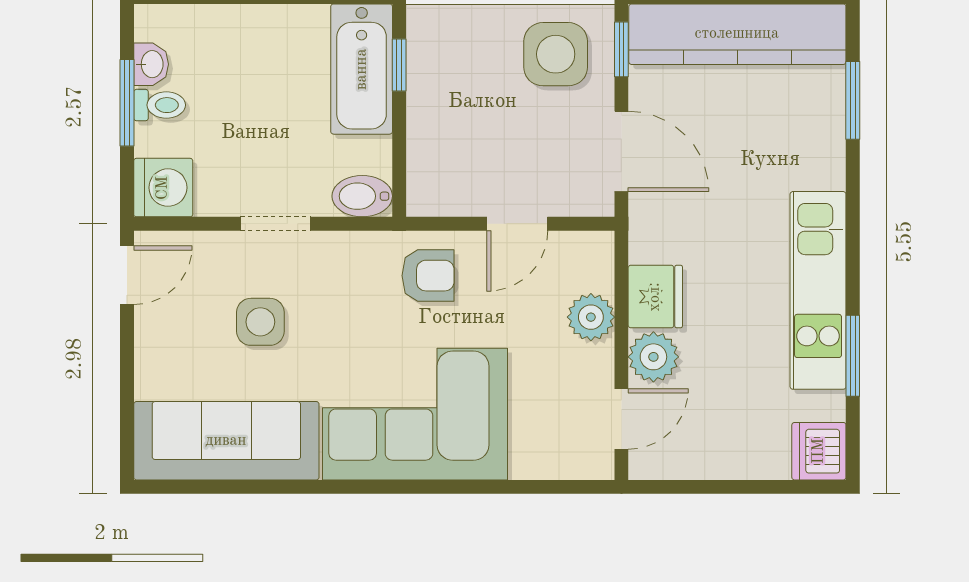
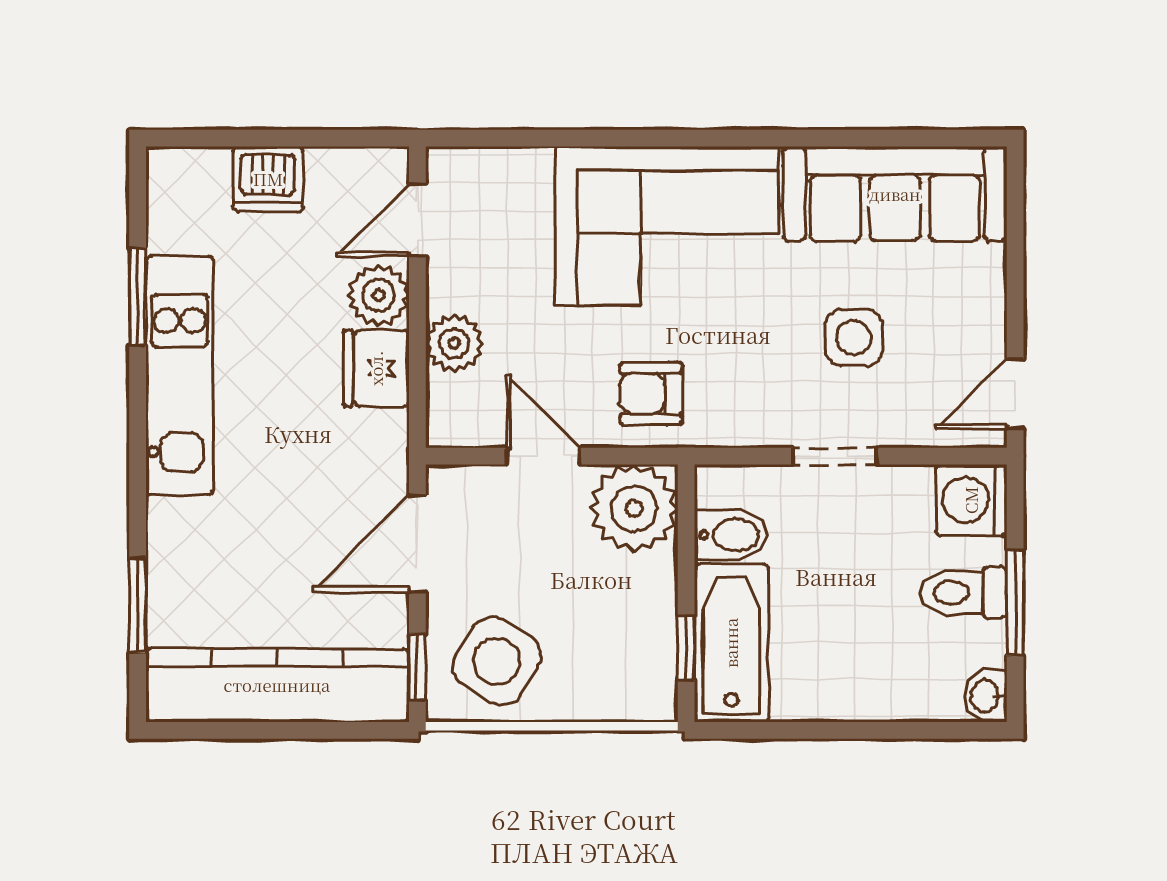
side table: (556, 54) -> (497, 661), turned 31
washbasin: (151, 64) -> (986, 696), moved
toilet: (160, 105) -> (964, 593), width x1.37, depth x1.39
door: (621, 151) -> (417, 544), hinge flipped
plant: (442, 181) -> (634, 508), added
bidet: (362, 196) -> (731, 535), moved
door: (517, 224) -> (543, 456), hinge flipped
dishwasher: (819, 451) -> (268, 179), moved, turned 90

